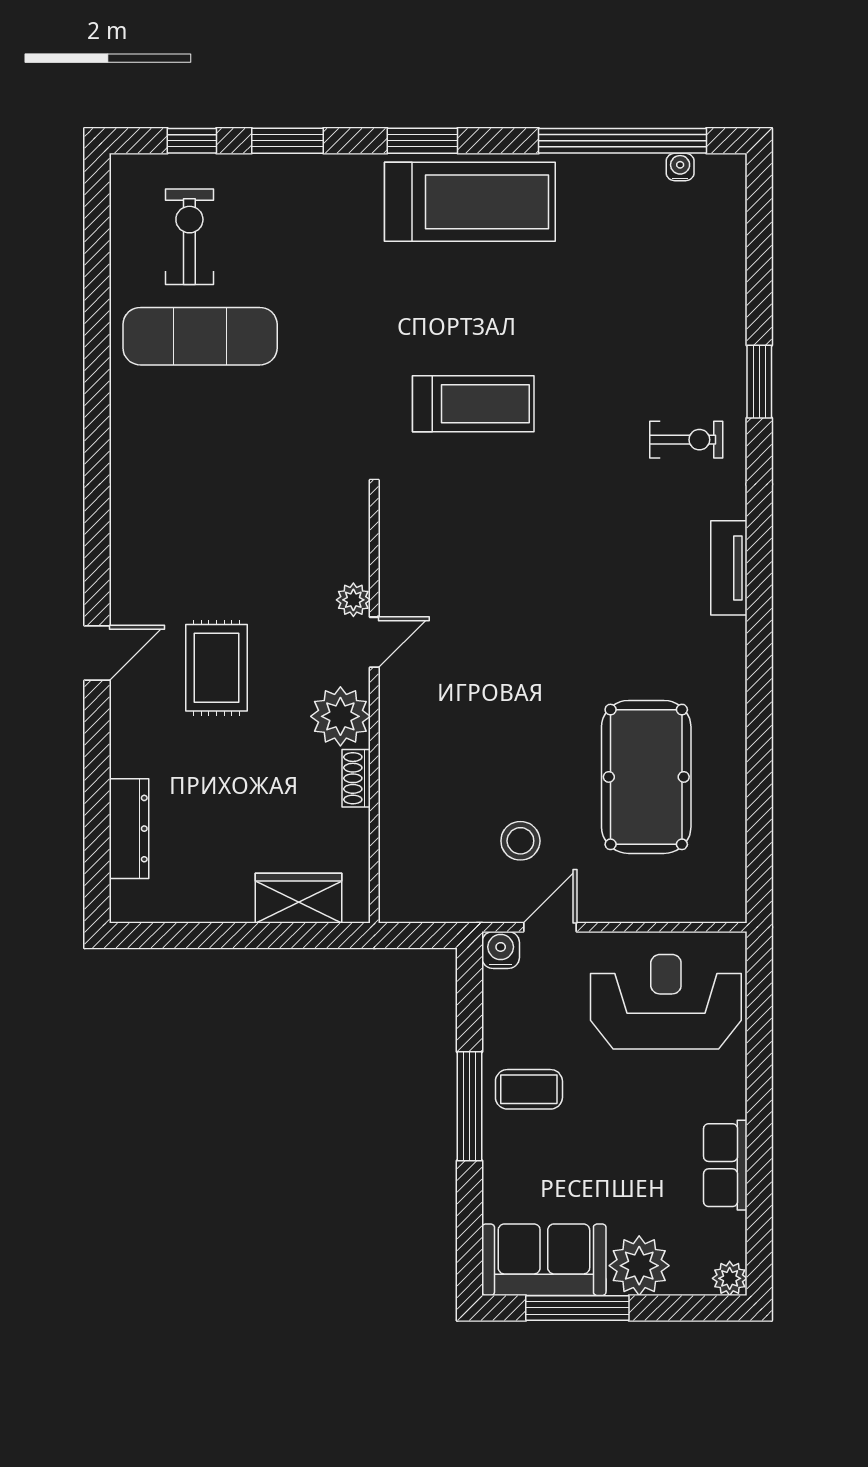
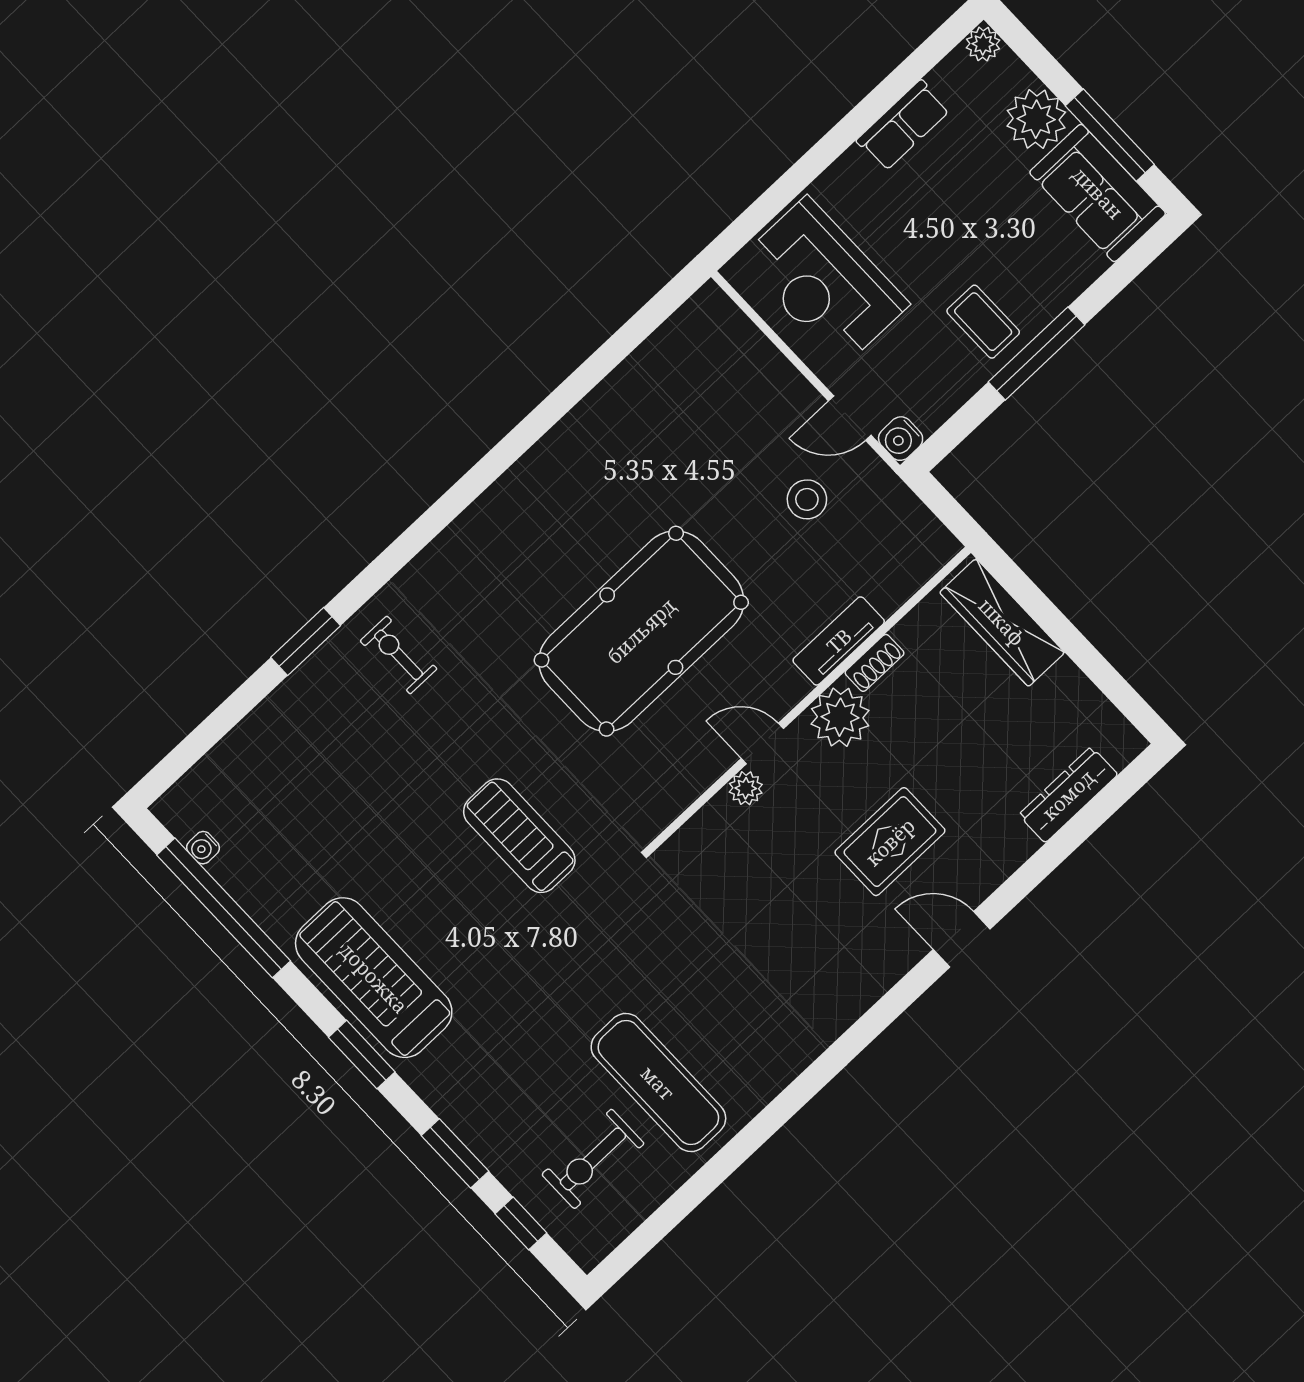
tv unit: (729, 568) -> (839, 641), moved, turned 180
pool table: (646, 777) -> (641, 631), moved, width x1.36, depth x1.32
wardrobe: (298, 898) -> (1002, 622), width x1.50

